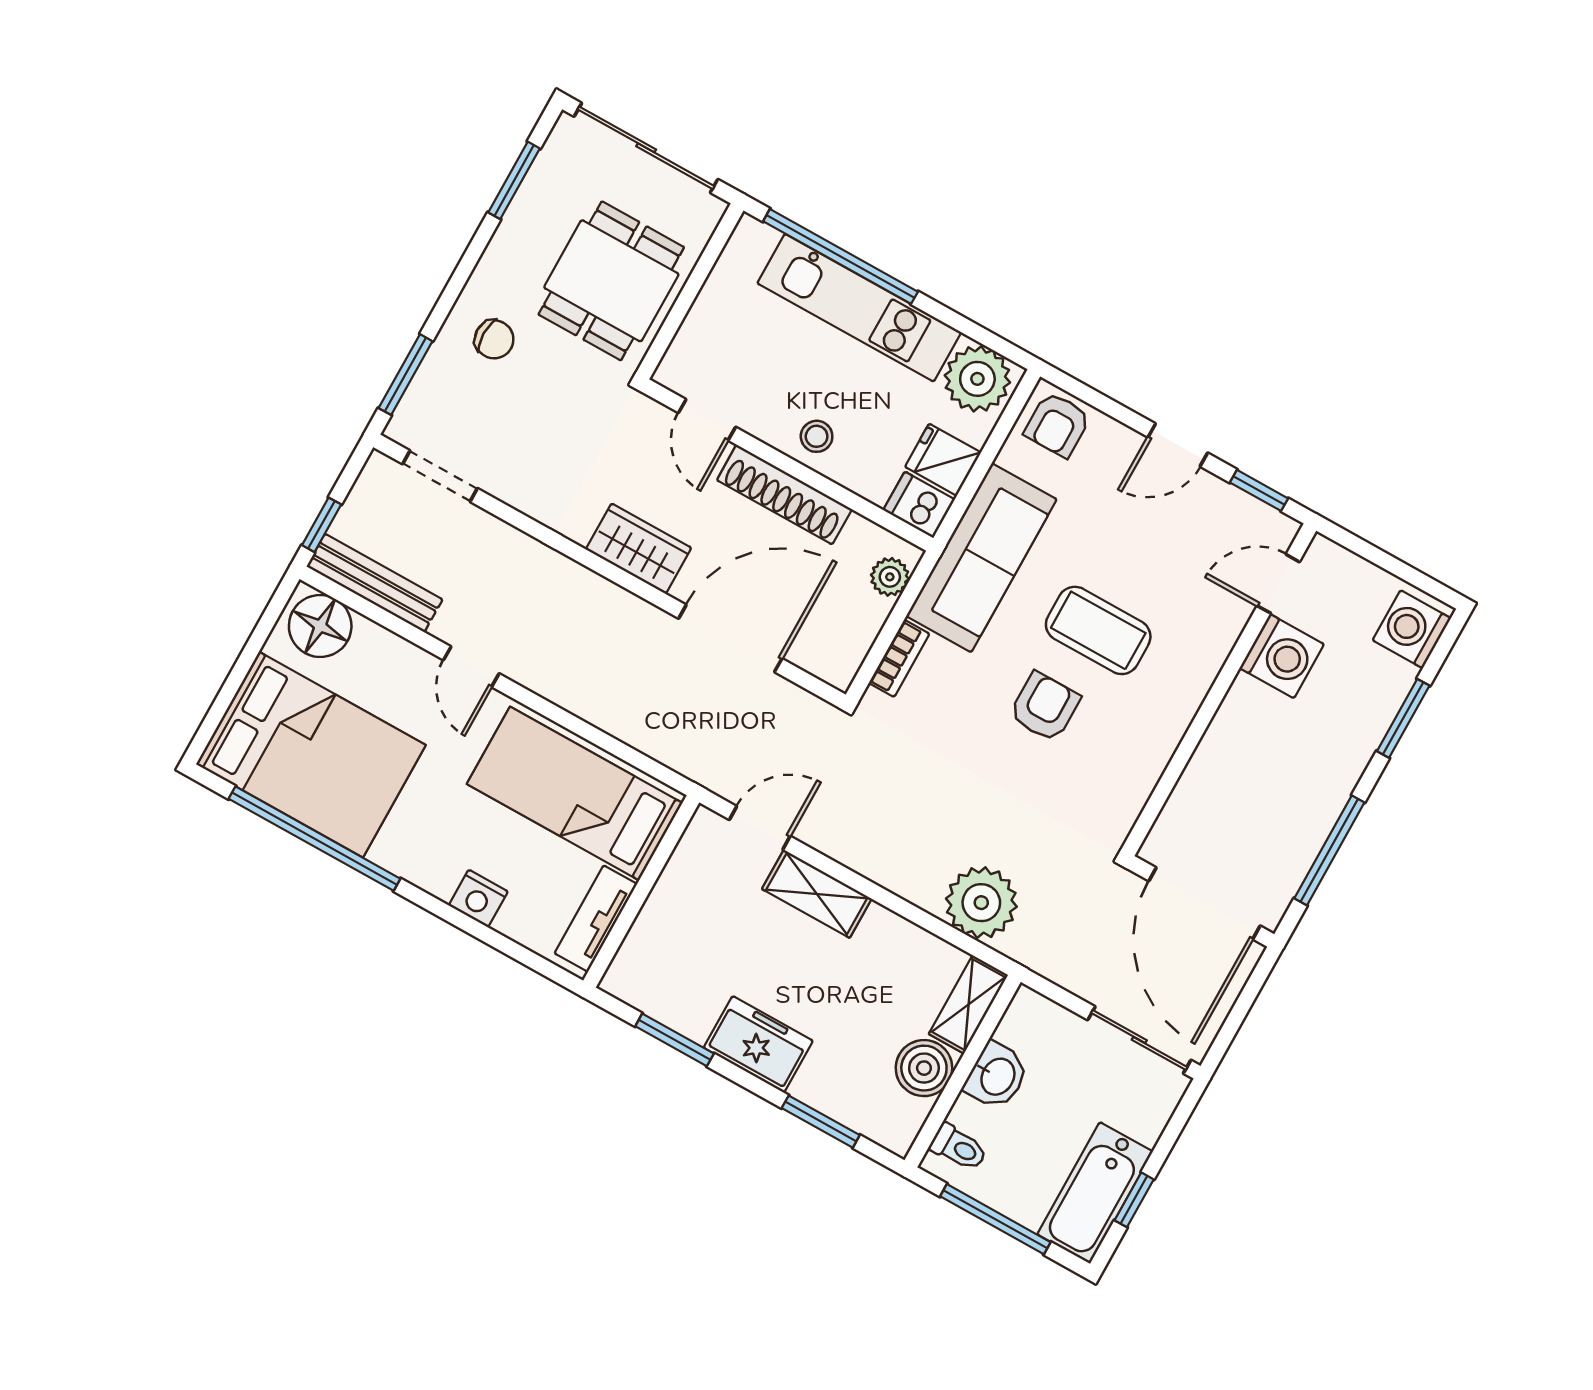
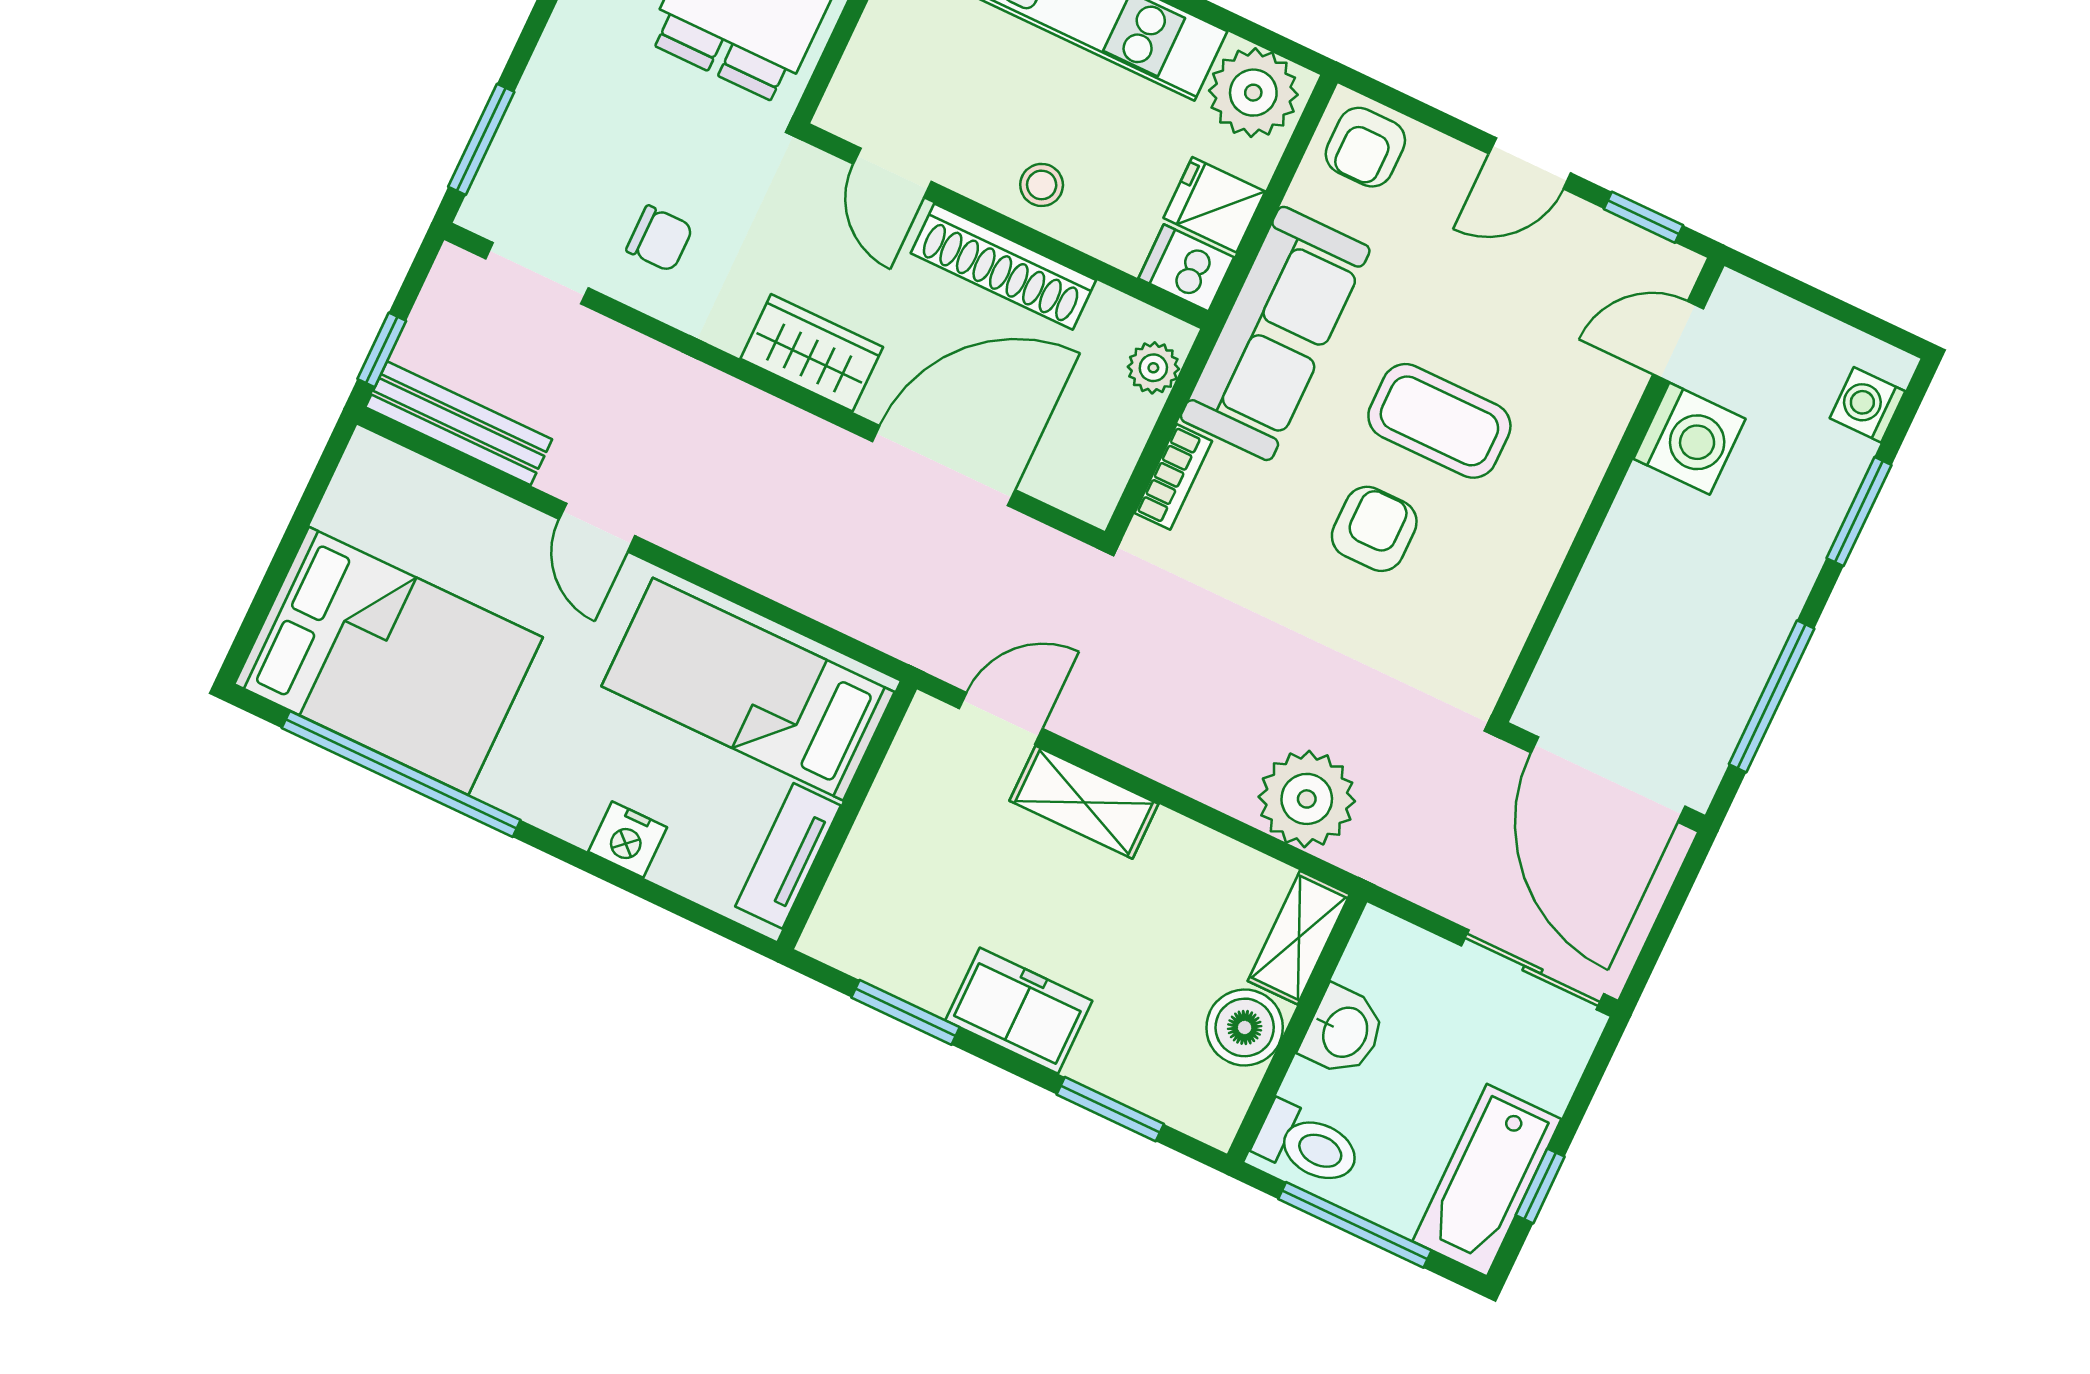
chair: (494, 339) -> (660, 239), moved
floor lamp: (320, 626) -> (389, 487), removed
washing machine: (1412, 629) -> (1868, 405), width x0.73, depth x0.73
toilet: (959, 1147) -> (1308, 1145), width x1.37, depth x1.39

